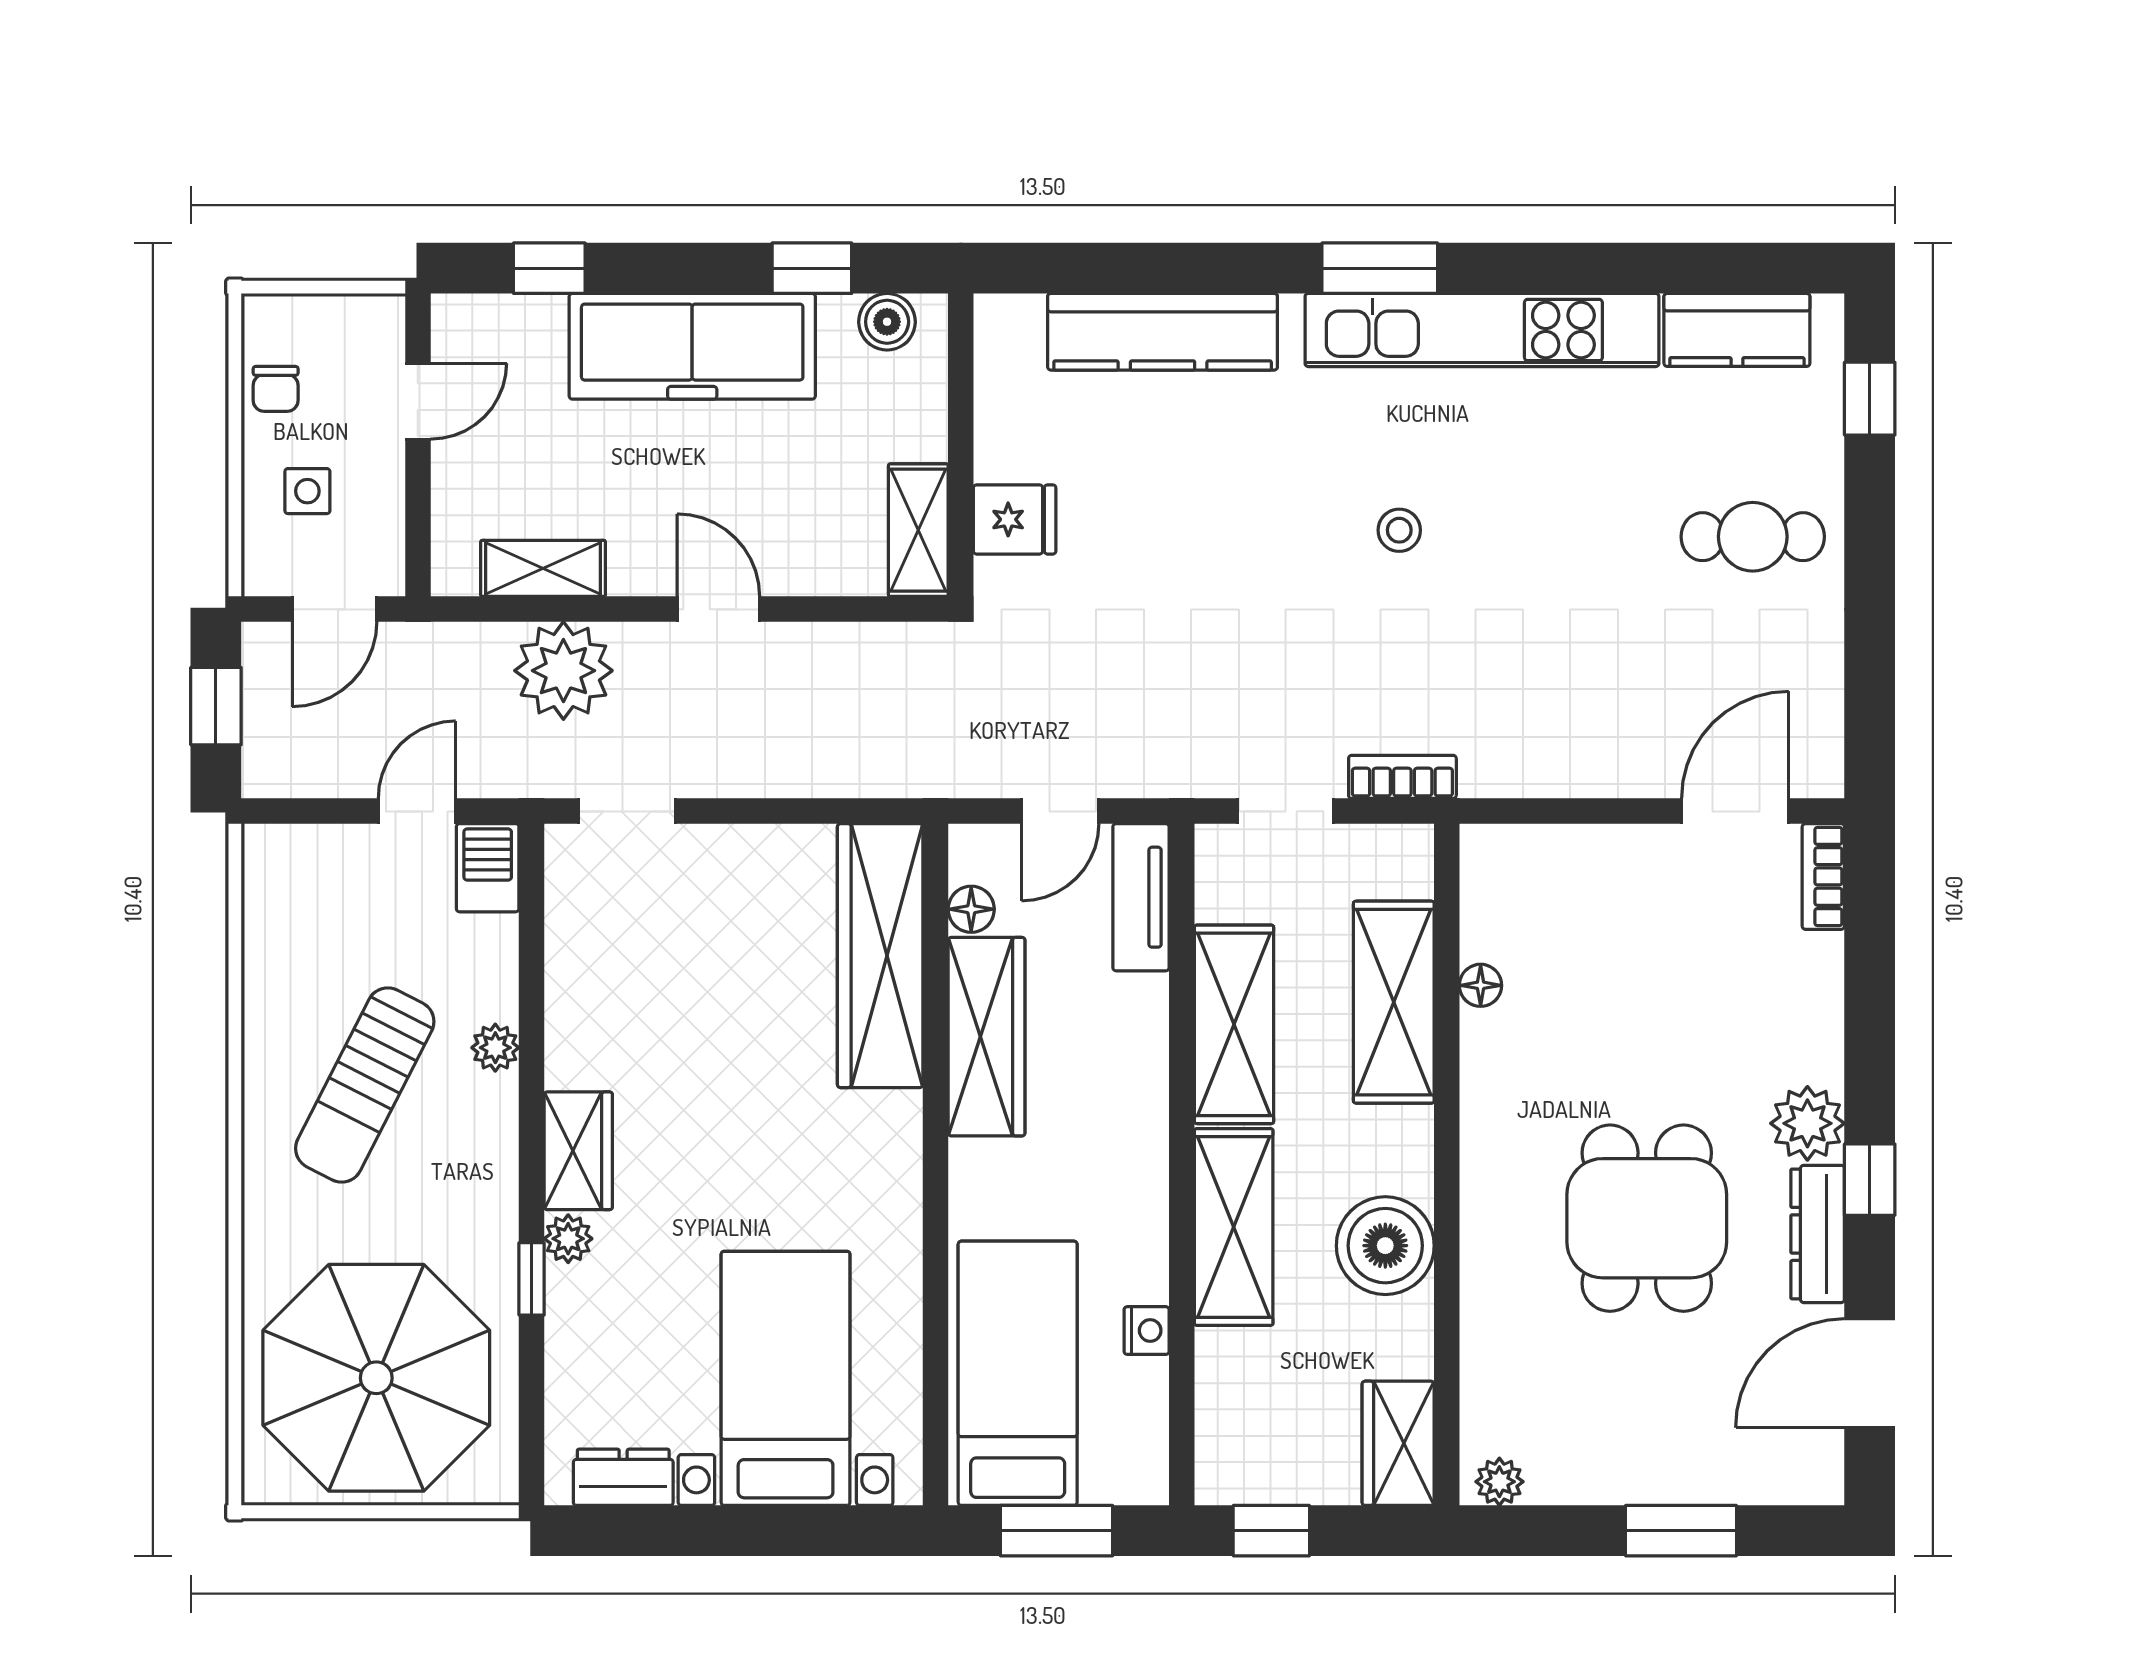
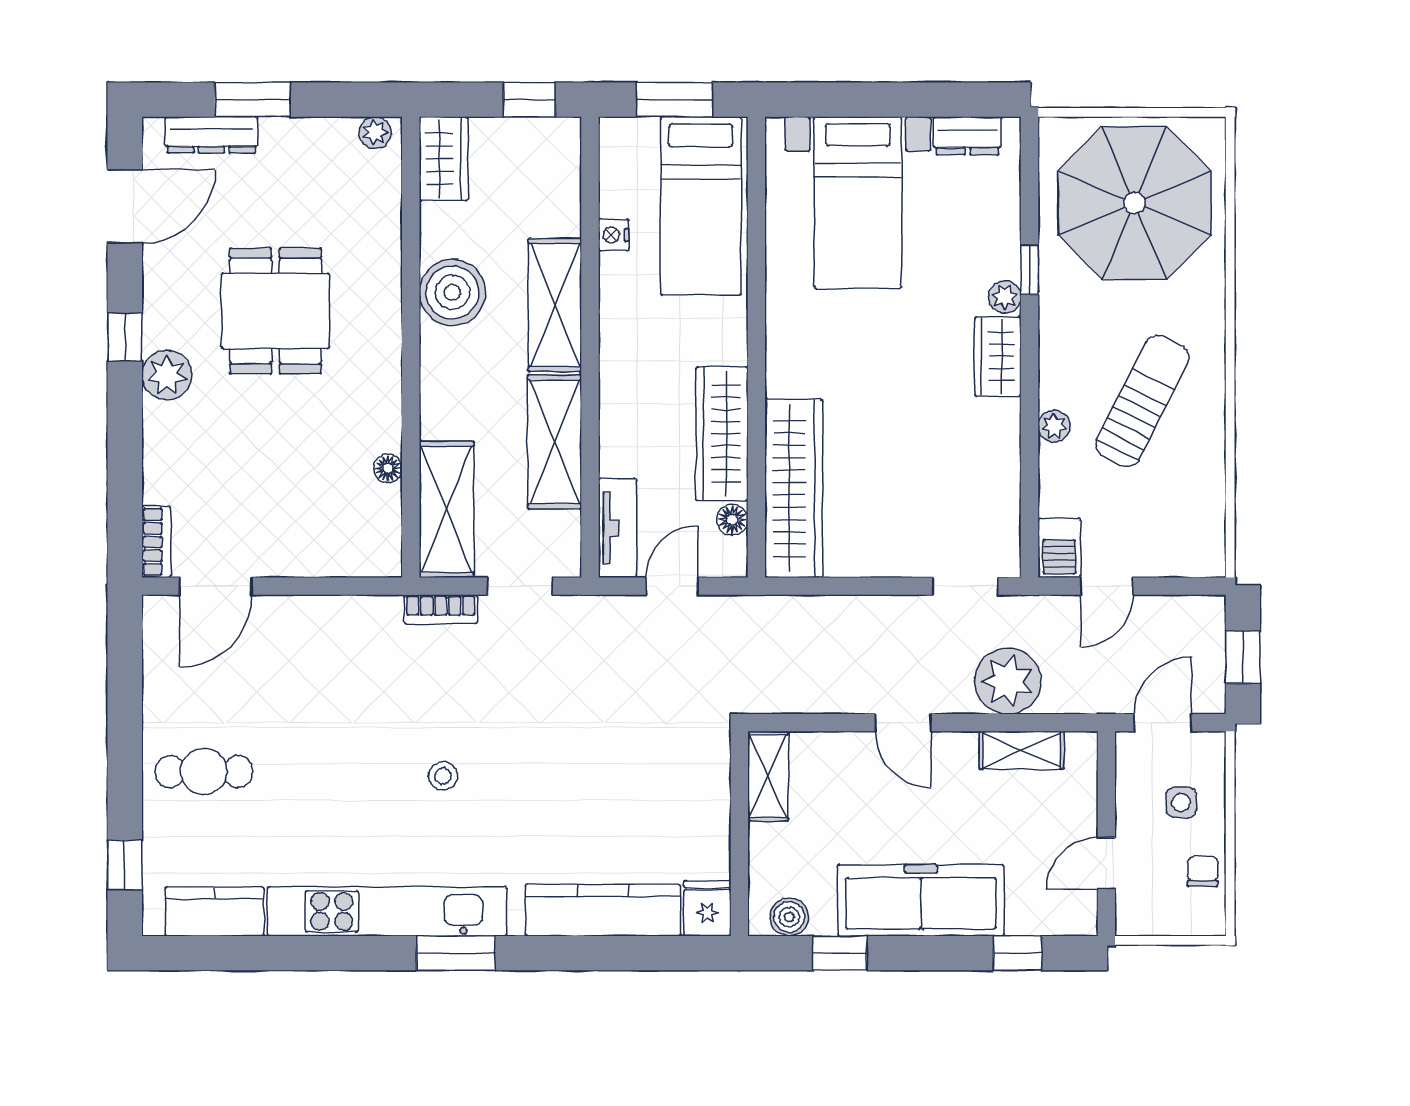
fridge: (1015, 519) -> (707, 908), moved, turned 90
shelving: (1394, 1002) -> (447, 509), moved
dresser: (1818, 1234) -> (211, 135), moved, turned 90

